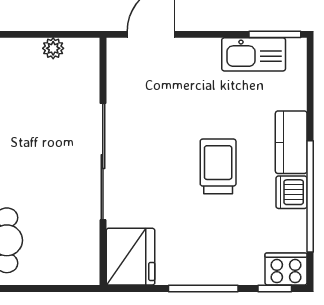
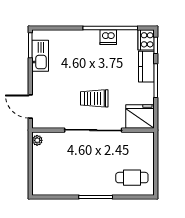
plant: (53, 48) -> (37, 140), moved
kitchen counter: (291, 142) -> (146, 67), moved, turned 90
trolley: (218, 166) -> (94, 98), moved

